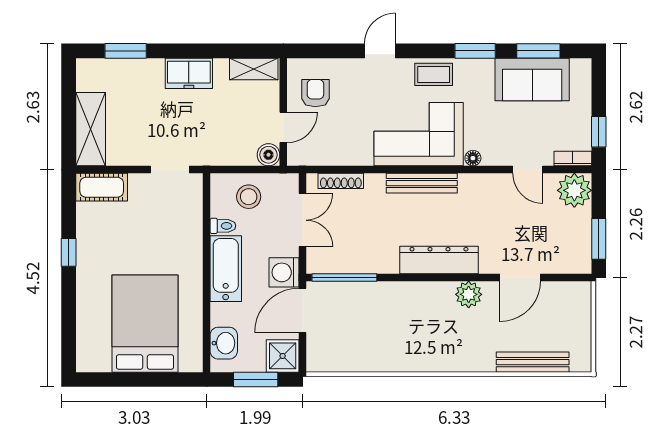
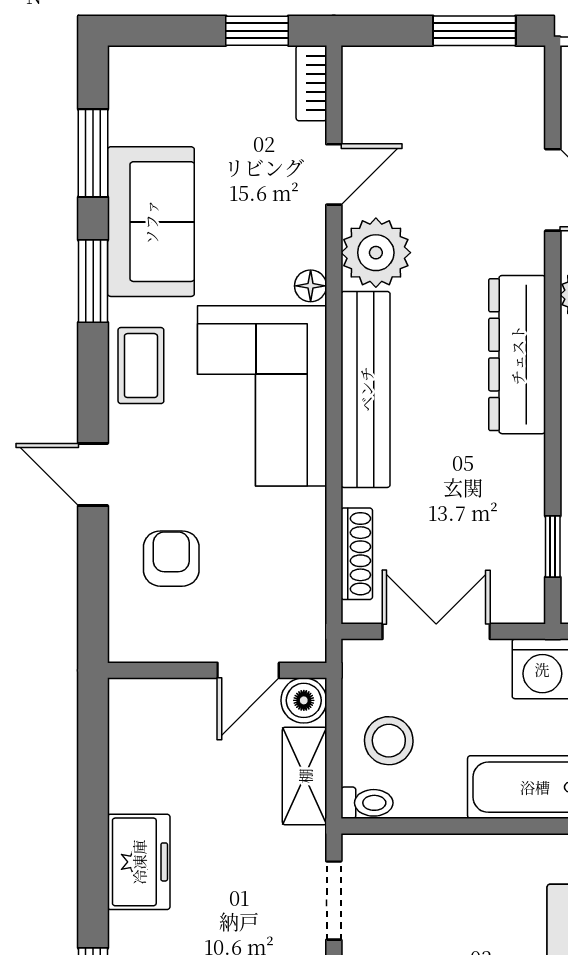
shelving: (254, 69) -> (305, 776), moved
sofa: (532, 79) -> (151, 222), moved
armchair: (315, 93) -> (171, 559), moved, turned 90
door: (283, 127) -> (248, 670), swing flipped
bench: (422, 183) -> (366, 389), width x1.37, depth x1.21
plant: (574, 190) -> (376, 253), moved
toilet: (223, 226) -> (367, 803), moved, turned 90
window: (344, 278) -> (553, 547), width x0.46

